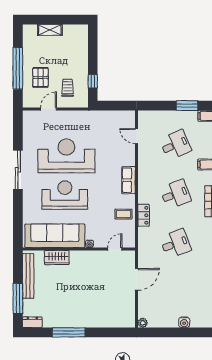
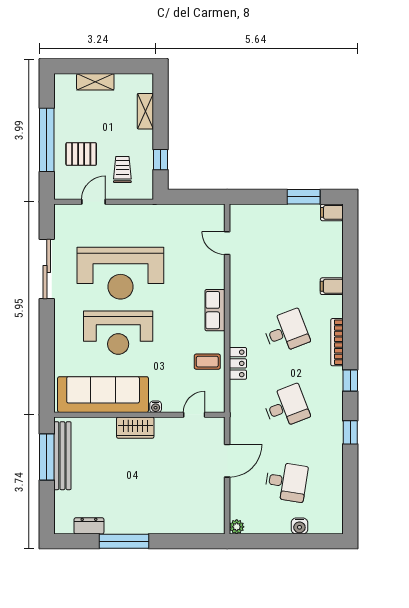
shelving: (83, 49) -> (145, 111), added
pallet: (40, 77) -> (81, 154), turned 90
desk: (175, 145) -> (286, 482), moved, turned 33
reception desk: (66, 156) -> (120, 273), turned 180
sliding door: (18, 170) -> (47, 269), moved
reception desk: (65, 195) -> (118, 333), turned 180
wardrobe: (57, 258) -> (135, 428), moved
window: (18, 299) -> (47, 457), moved
dresser: (32, 322) -> (89, 526), moved

